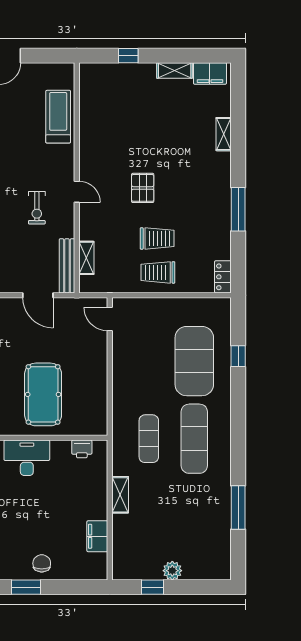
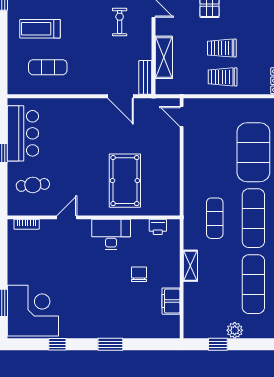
exercise bike: (37, 208) -> (120, 22), turned 180
trolley: (157, 238) -> (222, 48), turned 180
shelving: (86, 258) -> (164, 57), width x1.50, depth x1.33
bench: (67, 266) -> (145, 77), width x0.73
exercise mat: (194, 516) -> (253, 284), added
chair: (42, 563) -> (139, 274), moved

